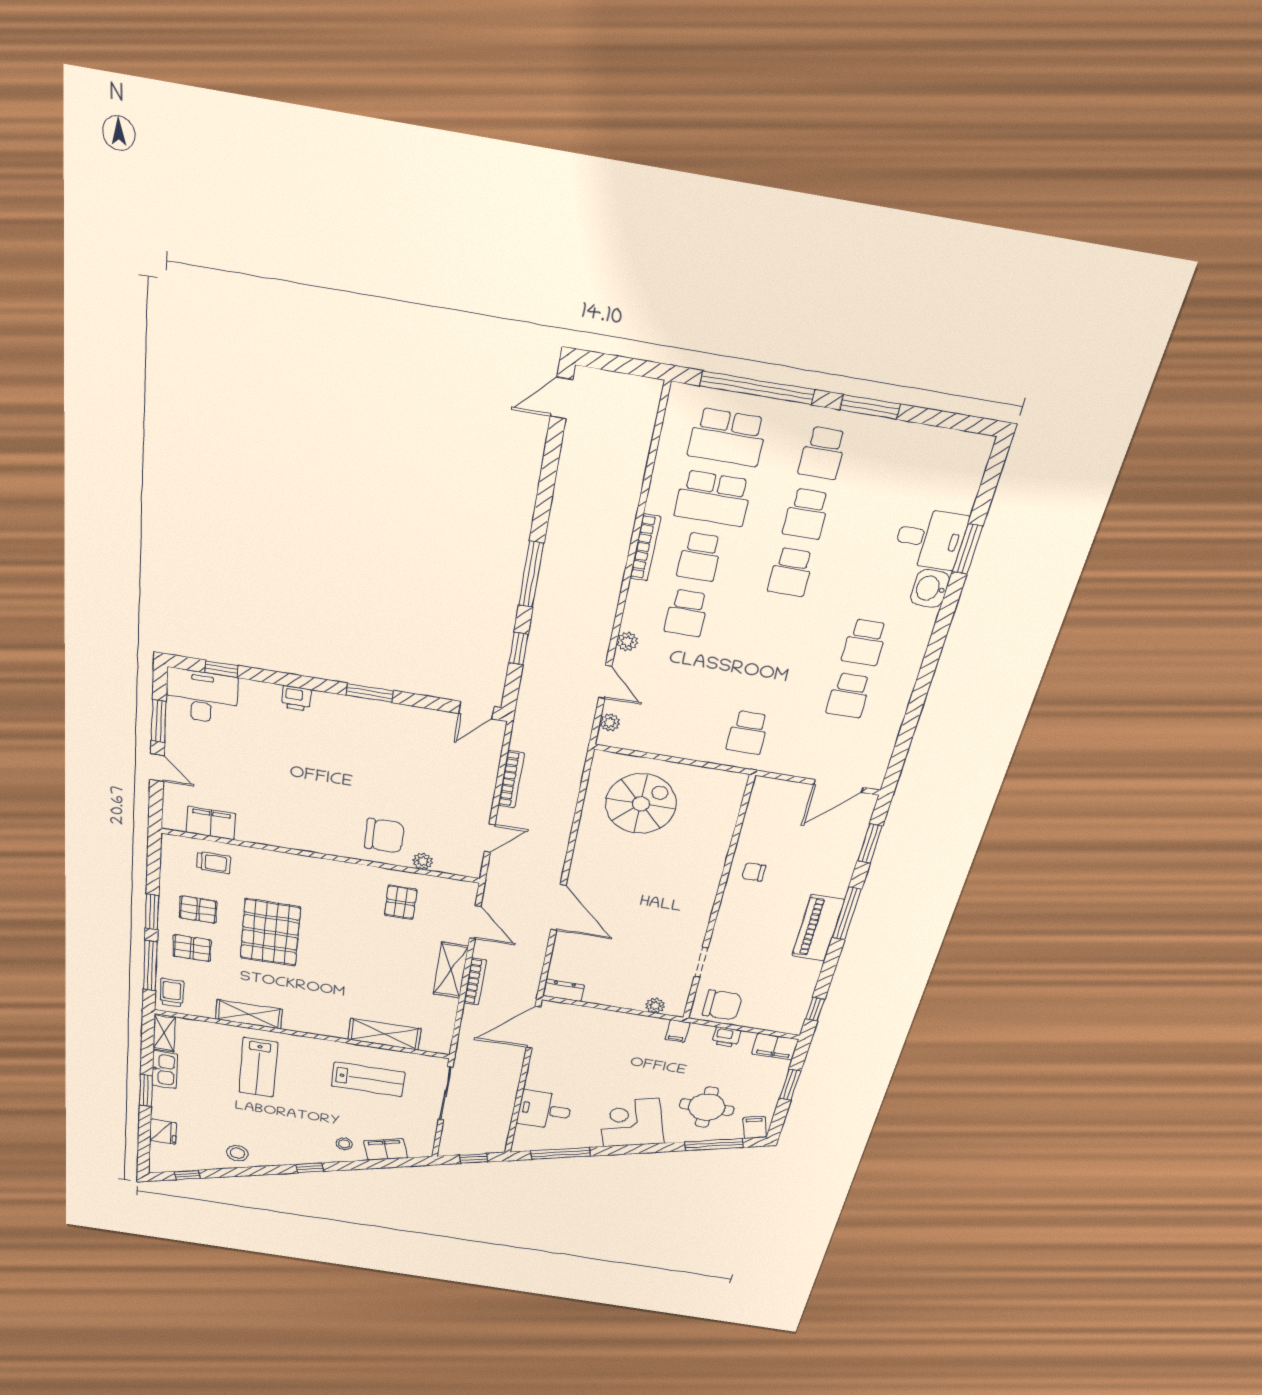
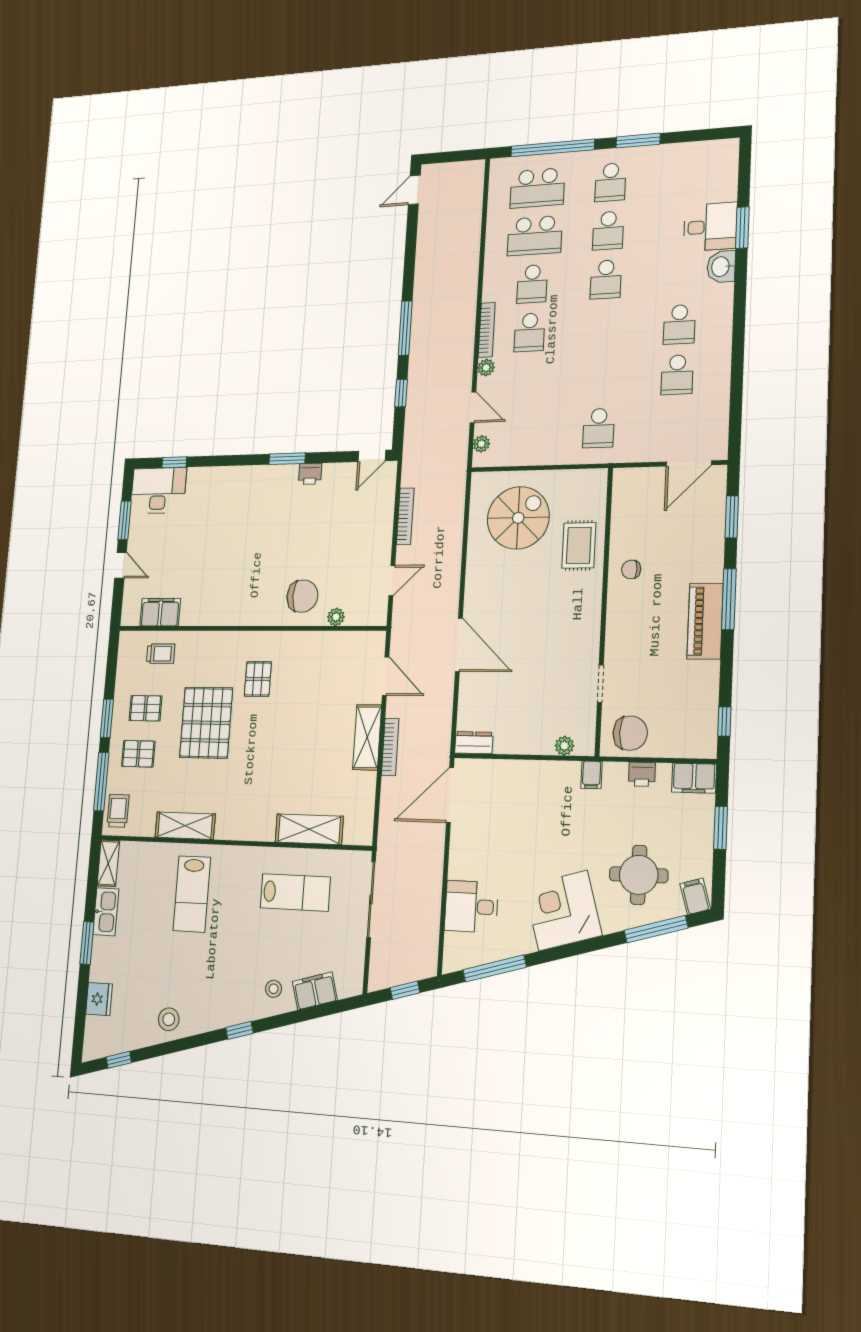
bookcase: (645, 548) -> (487, 330), moved
printer: (296, 698) -> (310, 474), moved
rug: (703, 841) -> (579, 545), added
pallet: (401, 902) -> (258, 679), moved

